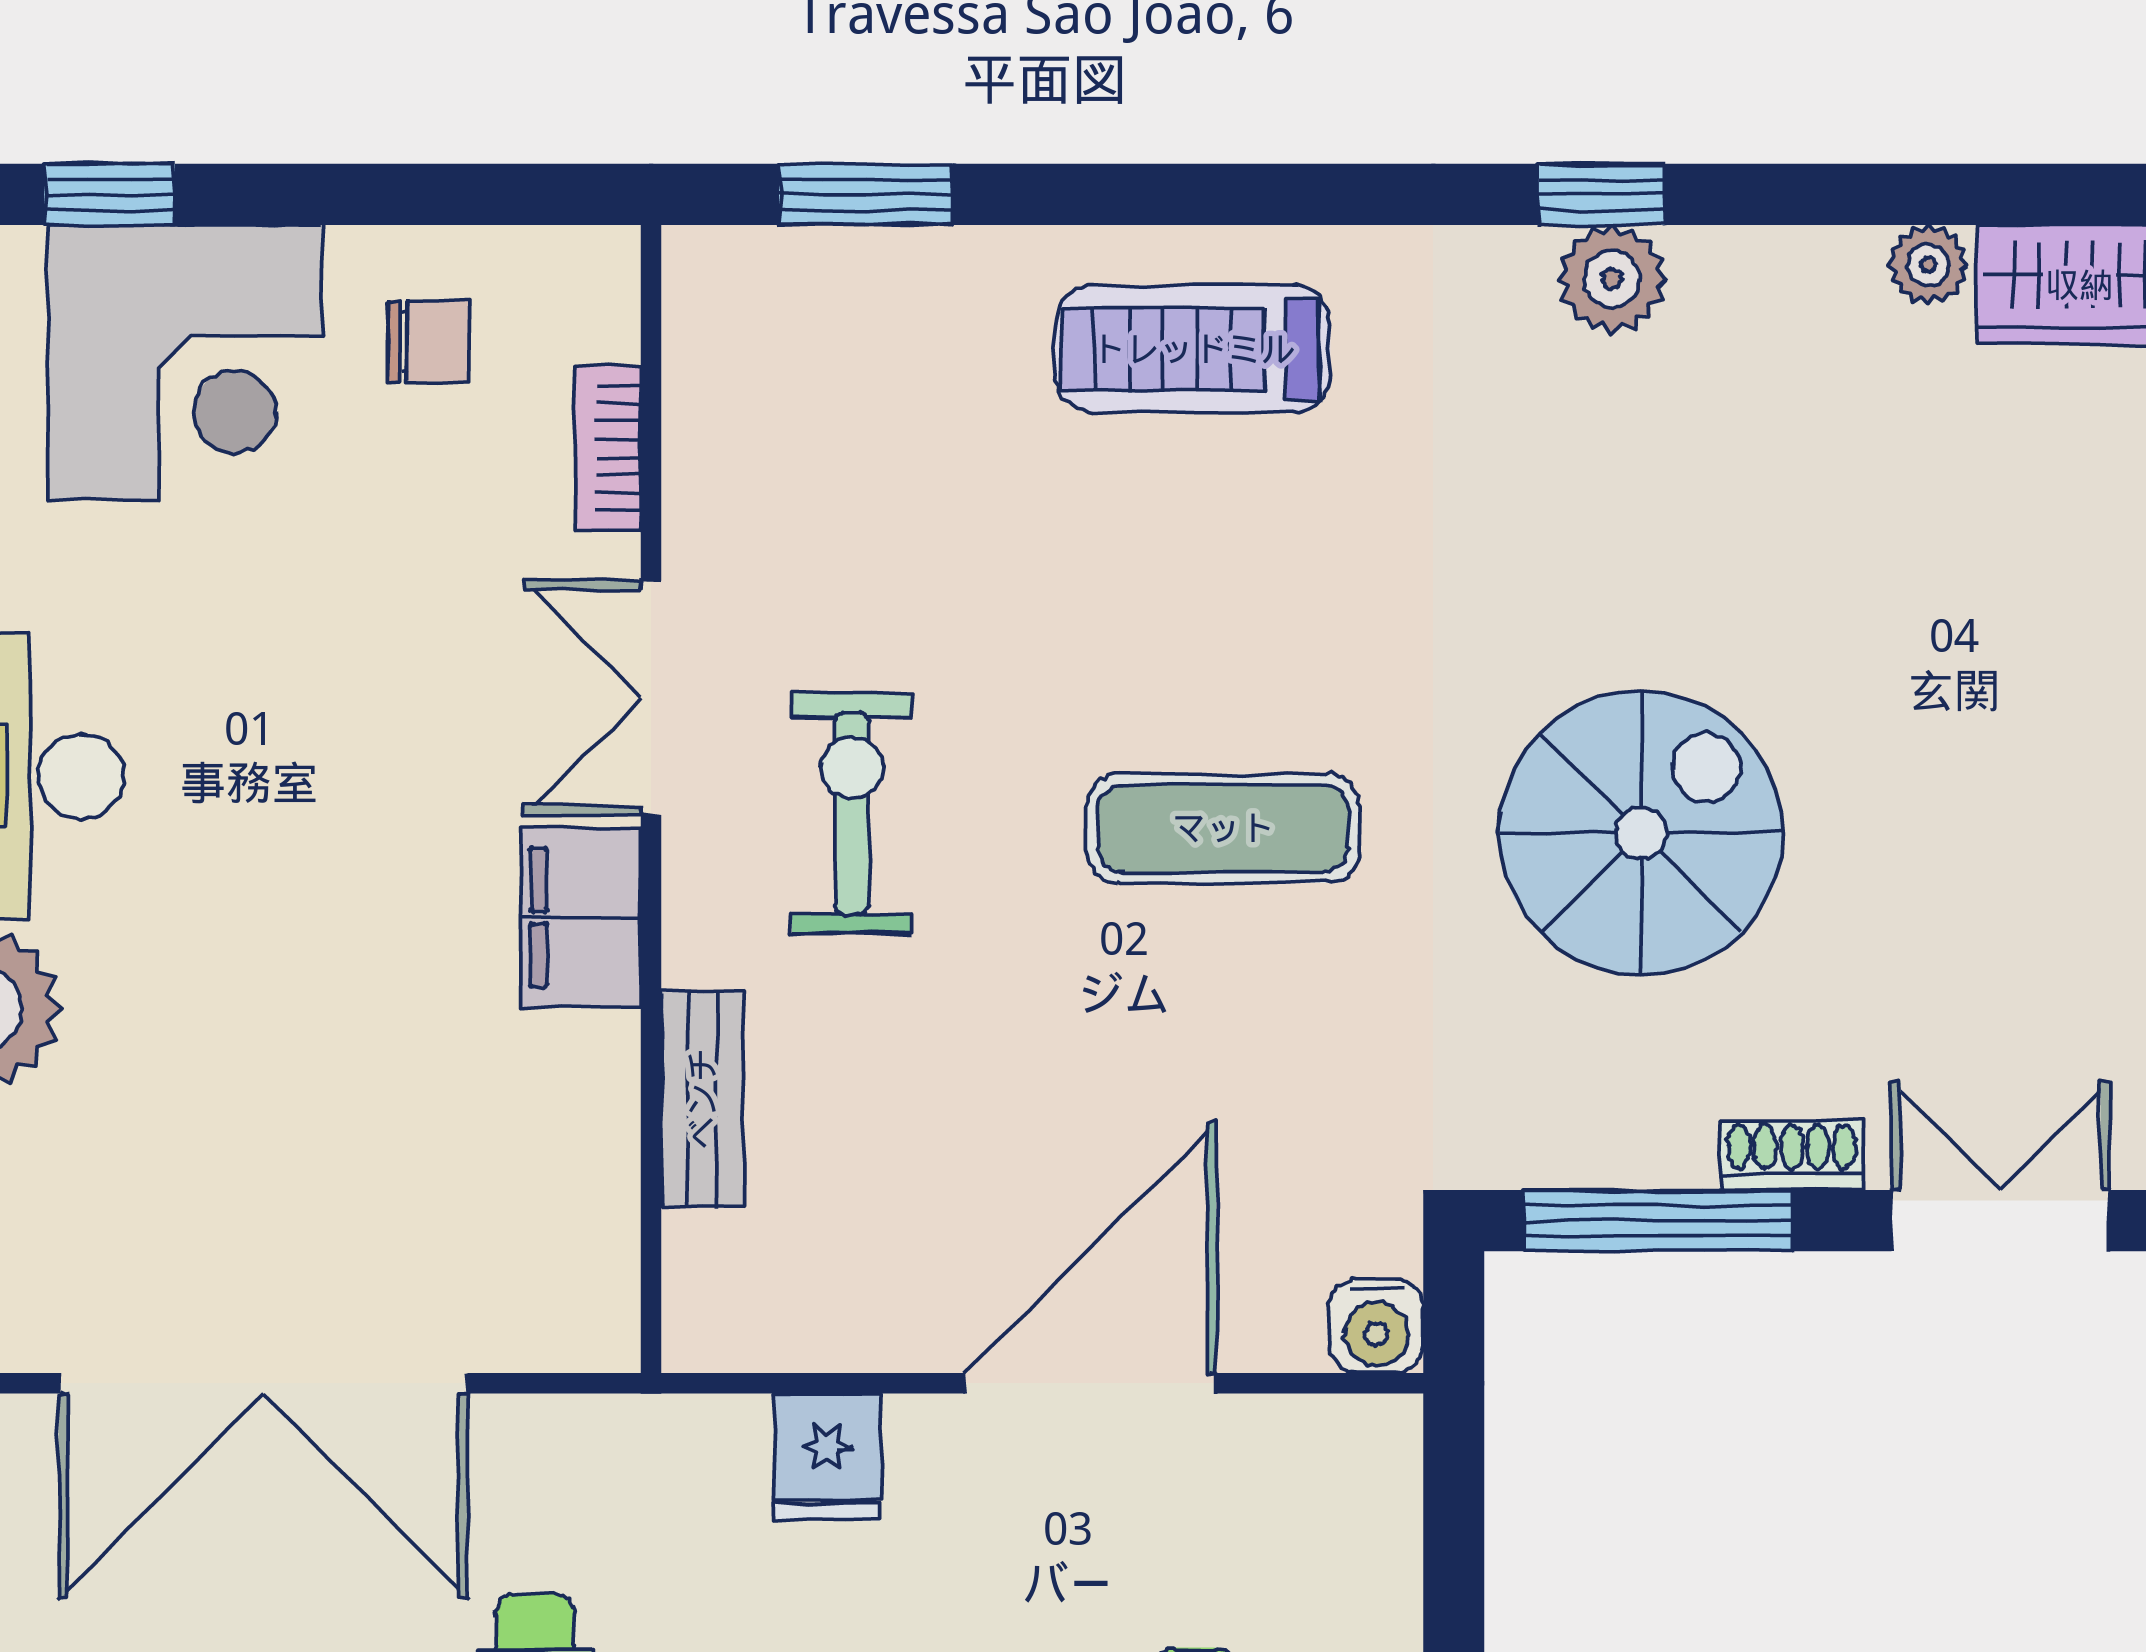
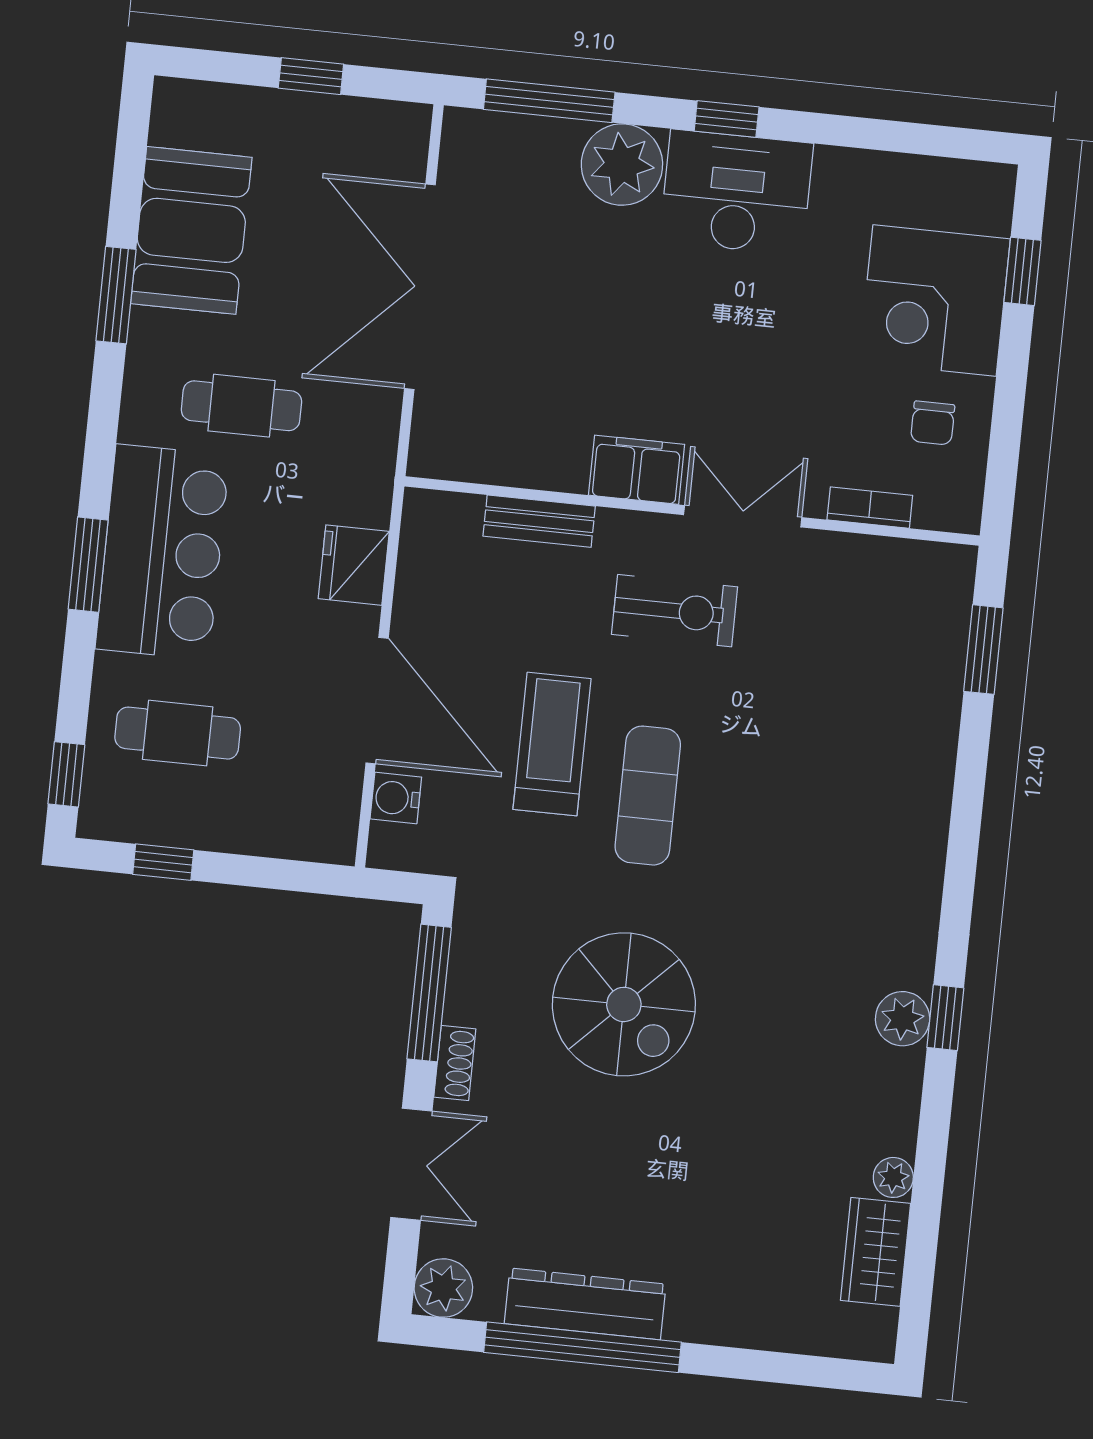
treadmill: (1193, 349) -> (552, 744), moved
water cooler: (1376, 1326) -> (396, 798), moved
fridge: (827, 1457) -> (354, 565), width x1.38

